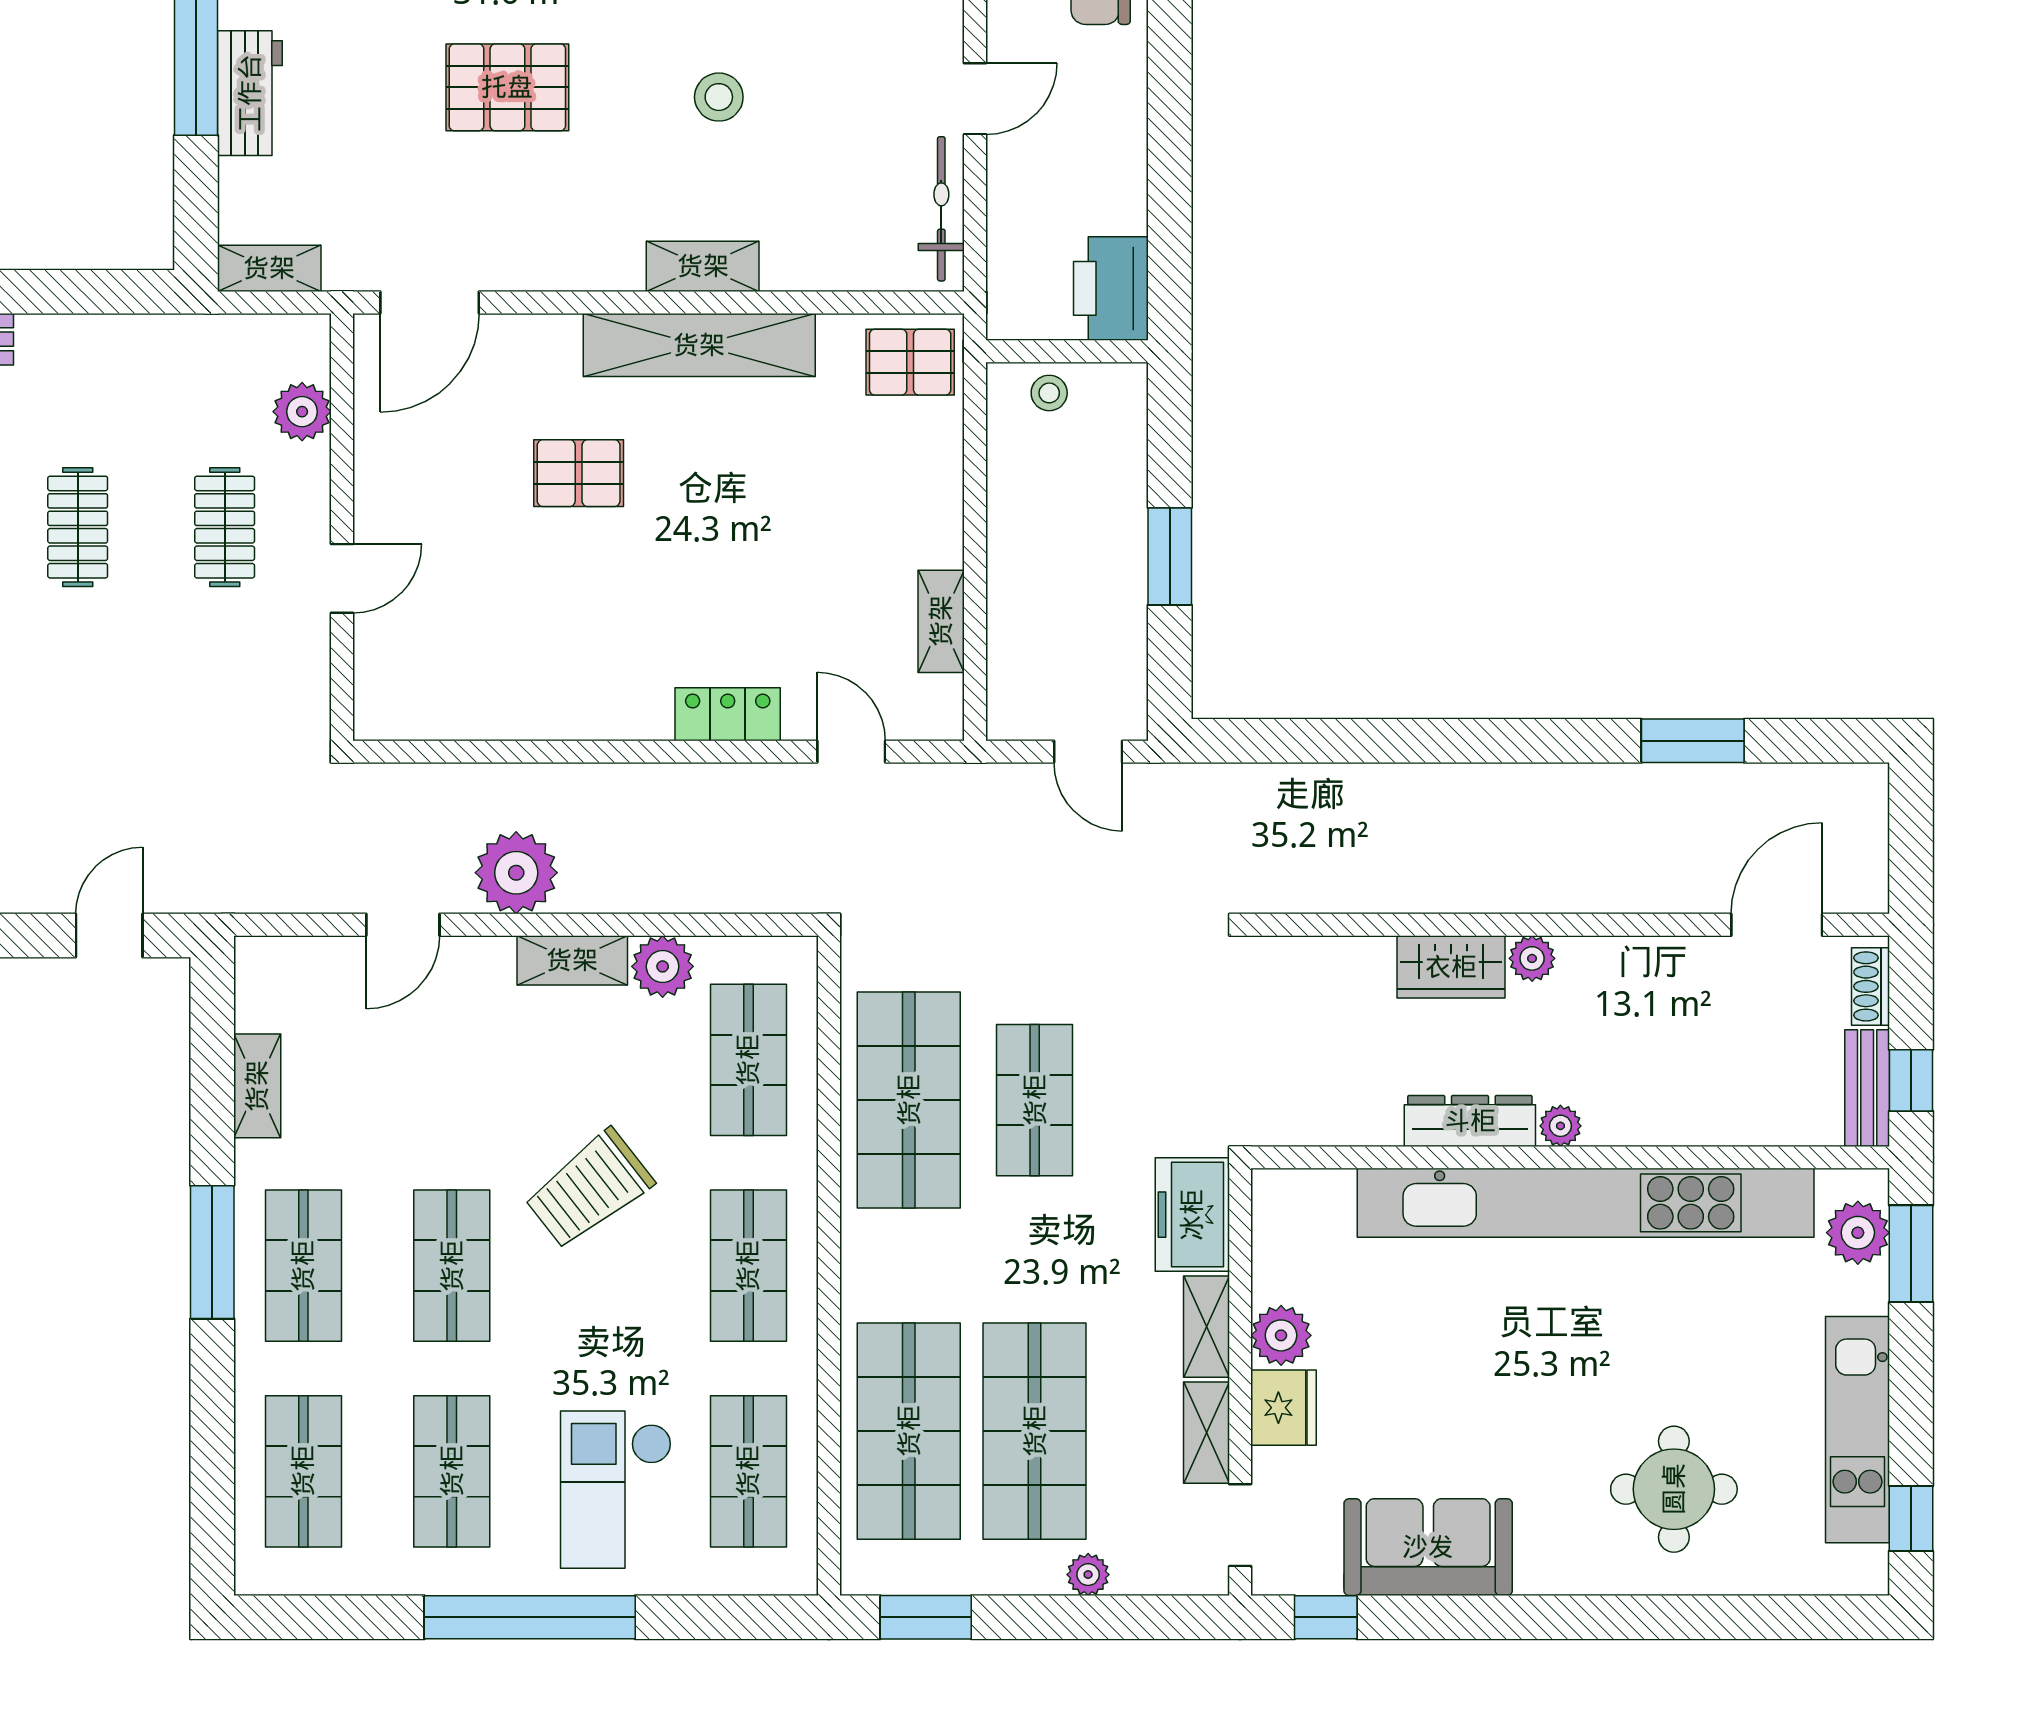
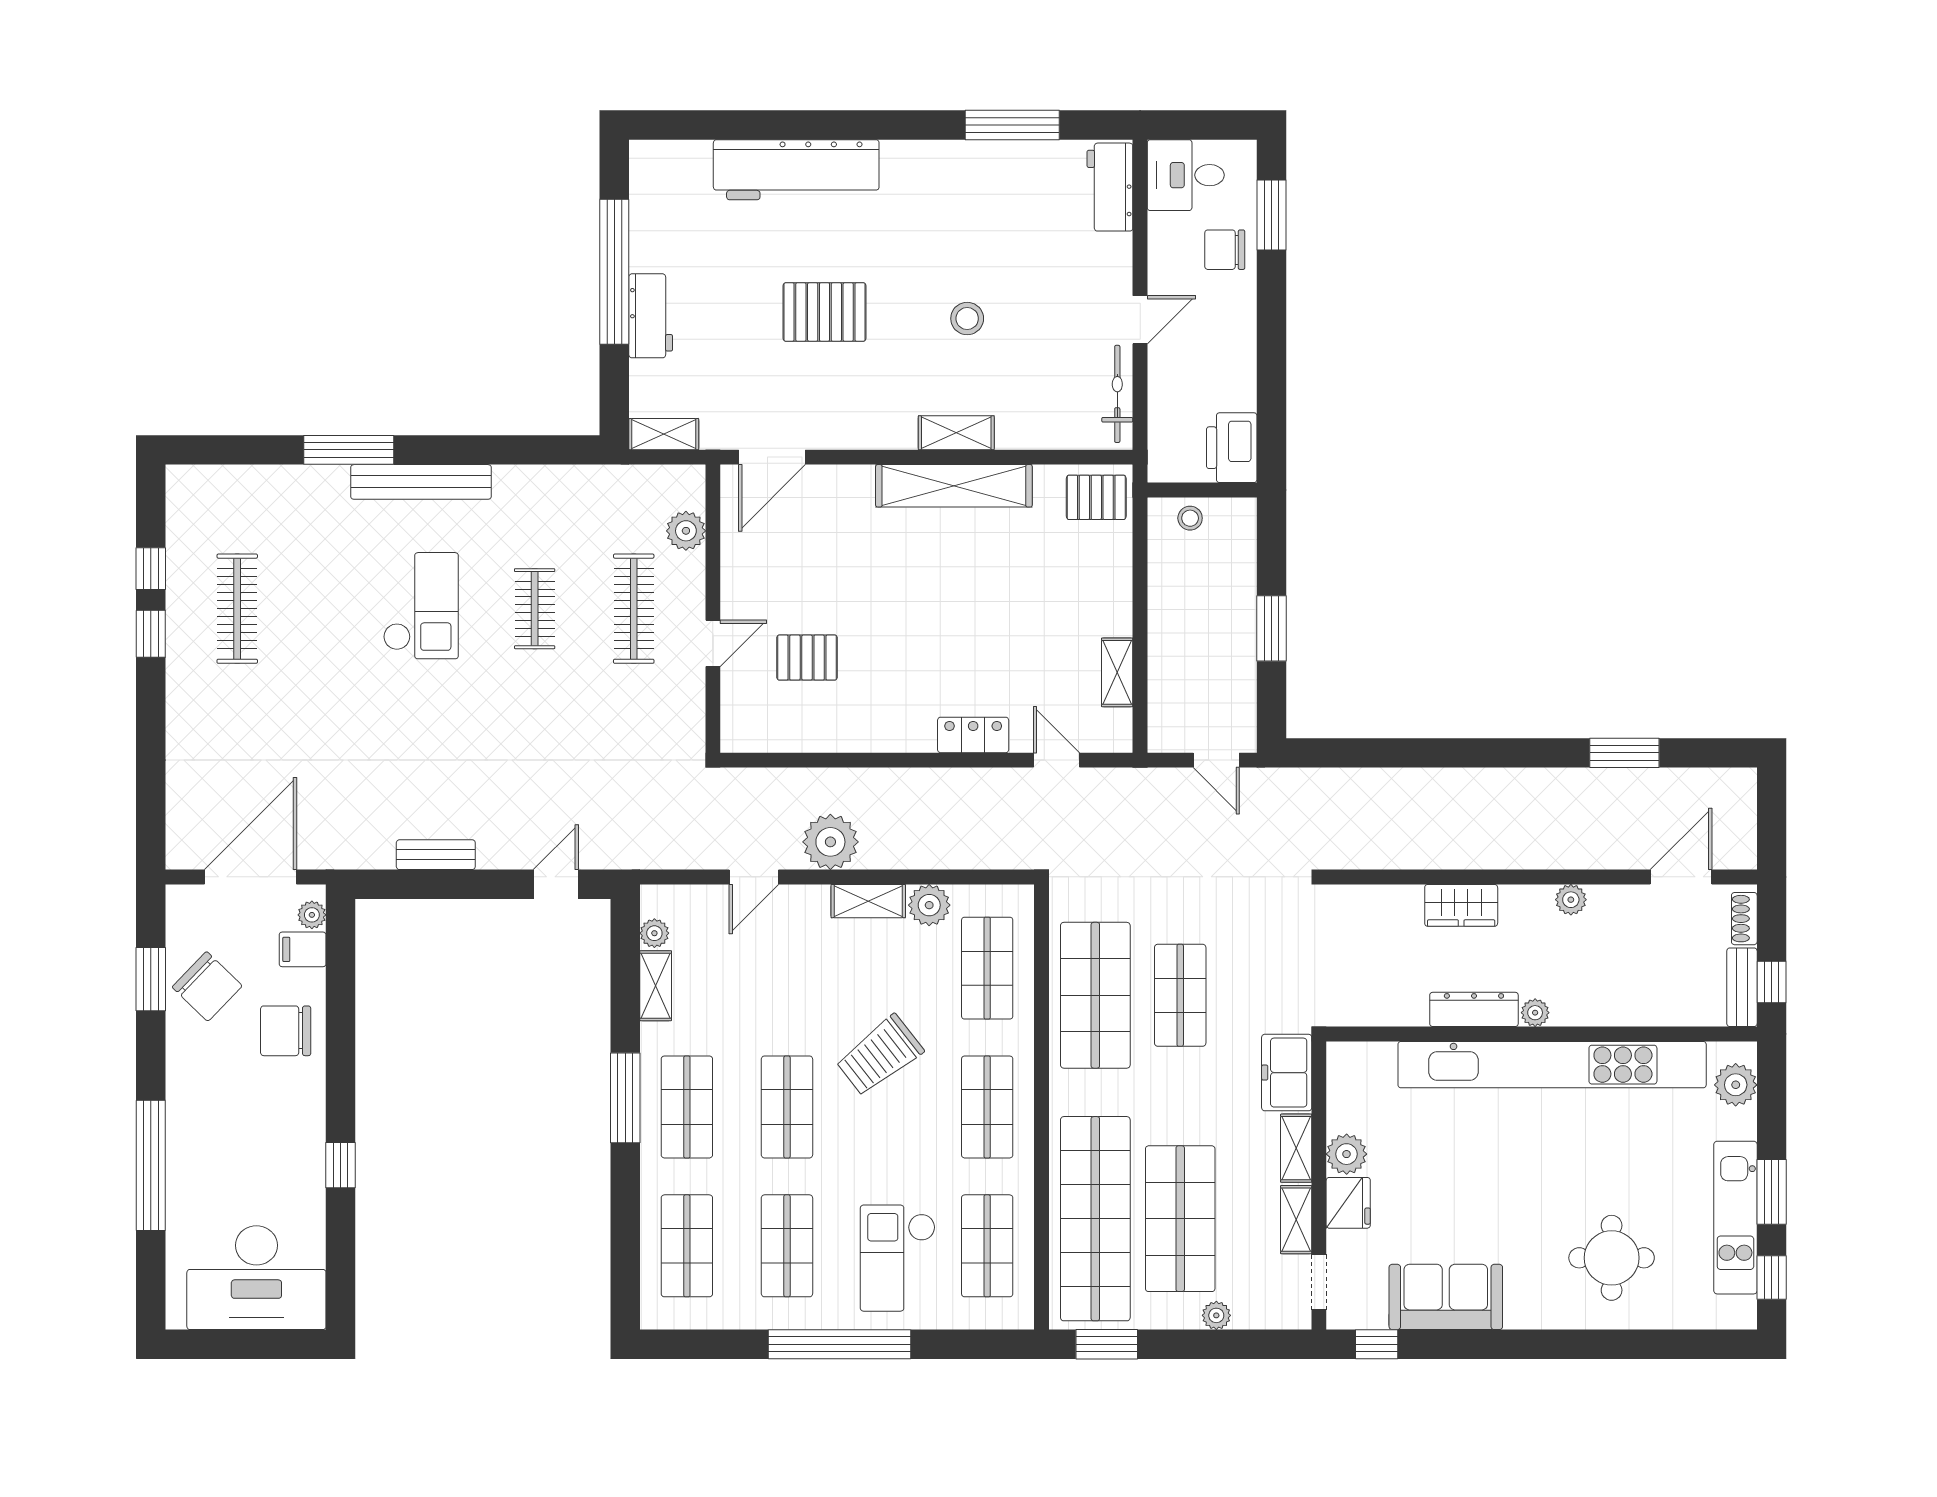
pallet: (579, 473) -> (807, 658), moved
clothes rail: (225, 527) -> (634, 609), width x1.36
plant: (1532, 958) -> (1571, 900), moved
plant: (255, 1008) -> (654, 933), added
window: (1911, 1254) -> (1772, 1192), moved
shop shelf: (909, 1431) -> (1095, 1219), width x1.40

